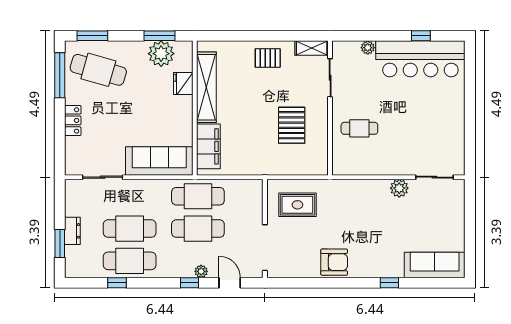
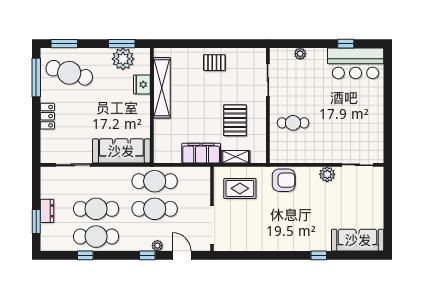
shelving: (312, 48) -> (236, 157), moved
bar counter: (420, 59) -> (356, 63), width x0.73
filing cabinet: (208, 146) -> (201, 153), moved, turned -90
armchair: (334, 262) -> (284, 180), moved

